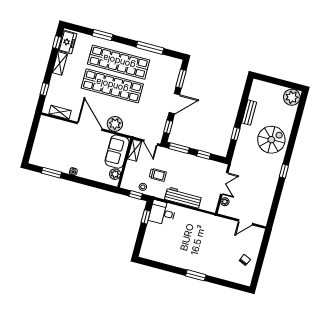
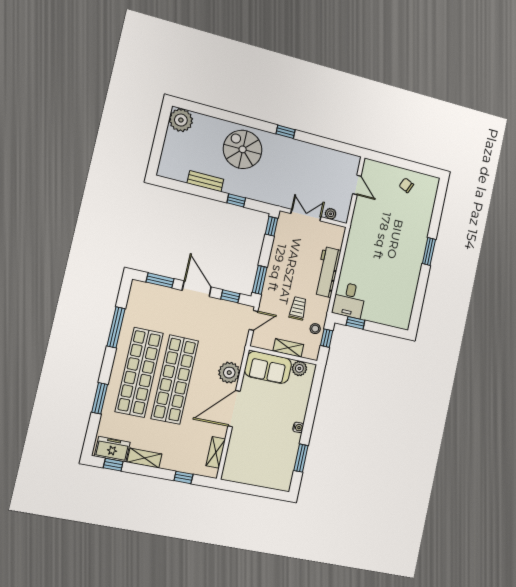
shelving: (134, 150) -> (288, 348), moved
window: (204, 155) -> (272, 226), moved

